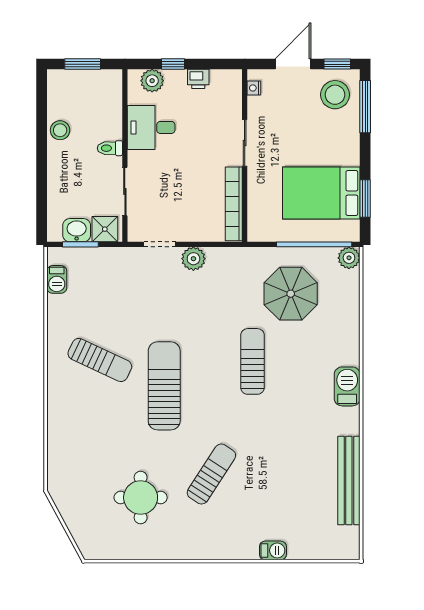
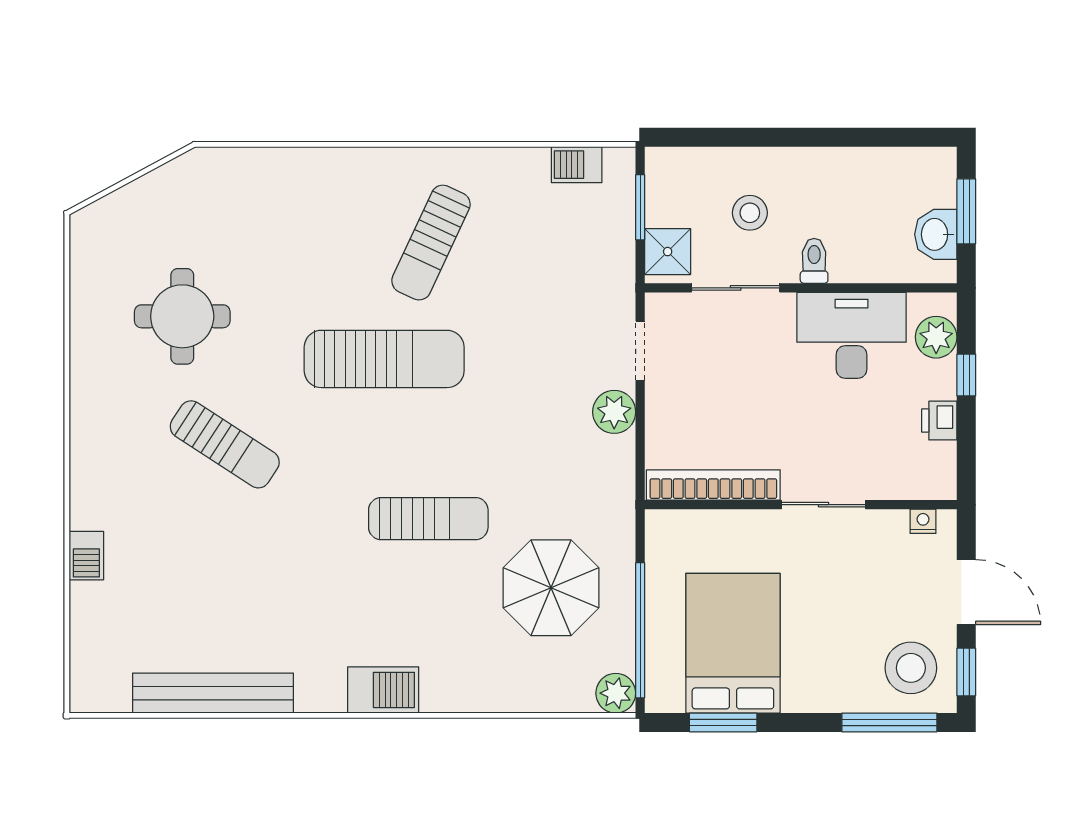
desk: (151, 127) -> (852, 335), width x1.37
stool: (60, 130) -> (750, 213), moved
washbasin: (77, 230) -> (936, 234), moved, turned 180

